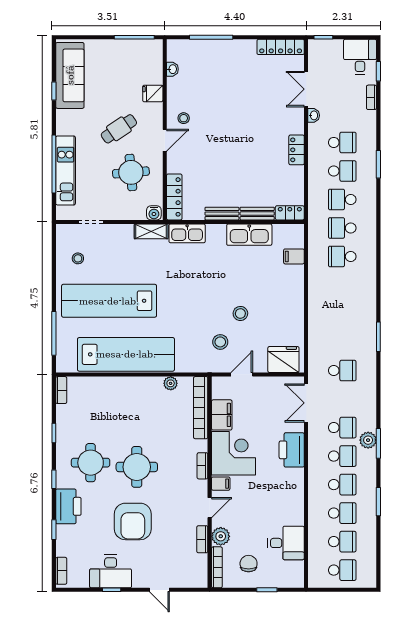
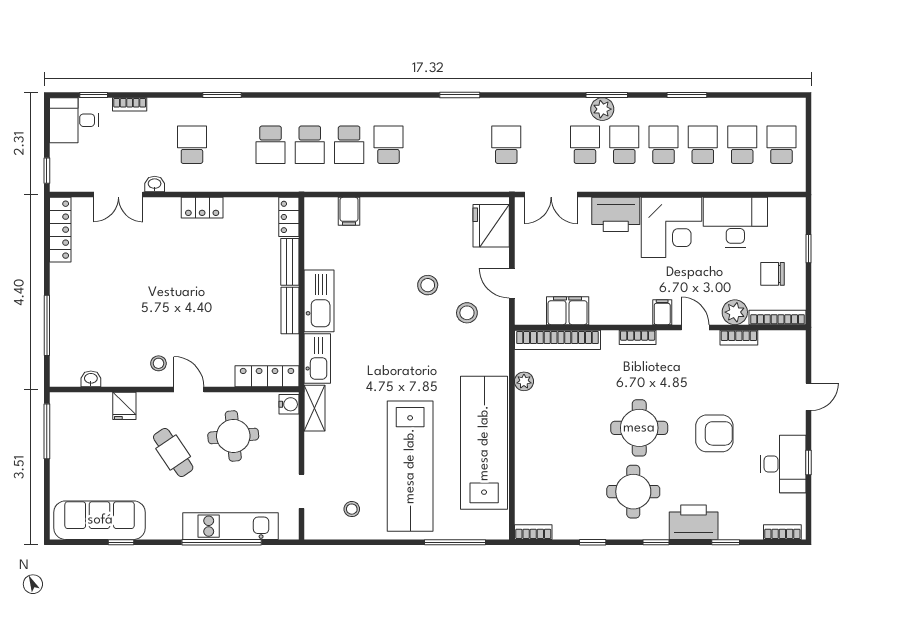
school desk: (342, 171) -> (388, 145), moved
kitchen sink: (249, 235) -> (319, 301), moved
corner desk: (233, 453) -> (672, 227), moved, turned 180
armchair: (133, 521) -> (714, 433), width x0.73, depth x0.73
desk: (286, 543) -> (735, 222), width x1.37

